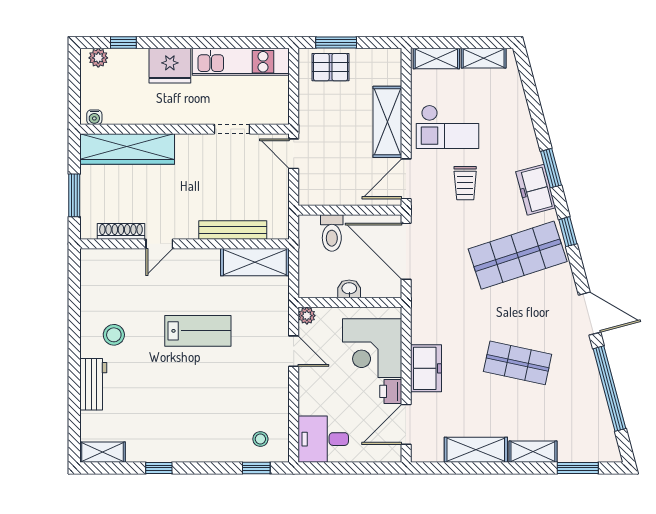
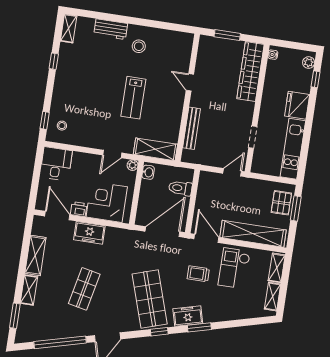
shelving: (387, 122) -> (253, 234), width x1.47
shoe rack: (121, 231) -> (201, 60), removed
shelving: (255, 262) -> (155, 149), moved, turned 90
washbasin: (349, 289) -> (148, 172), moved

